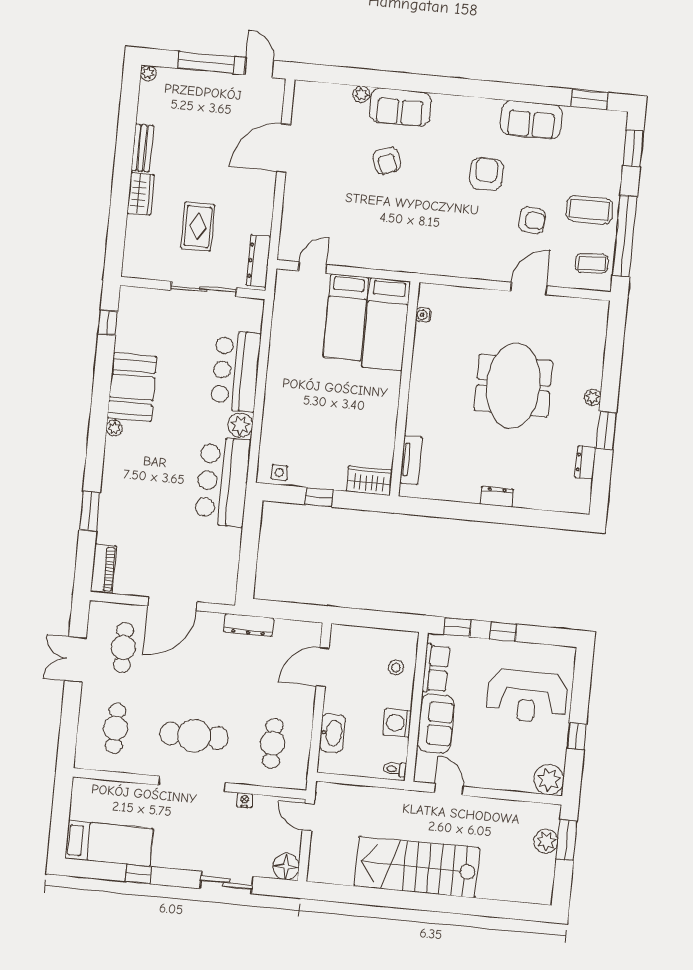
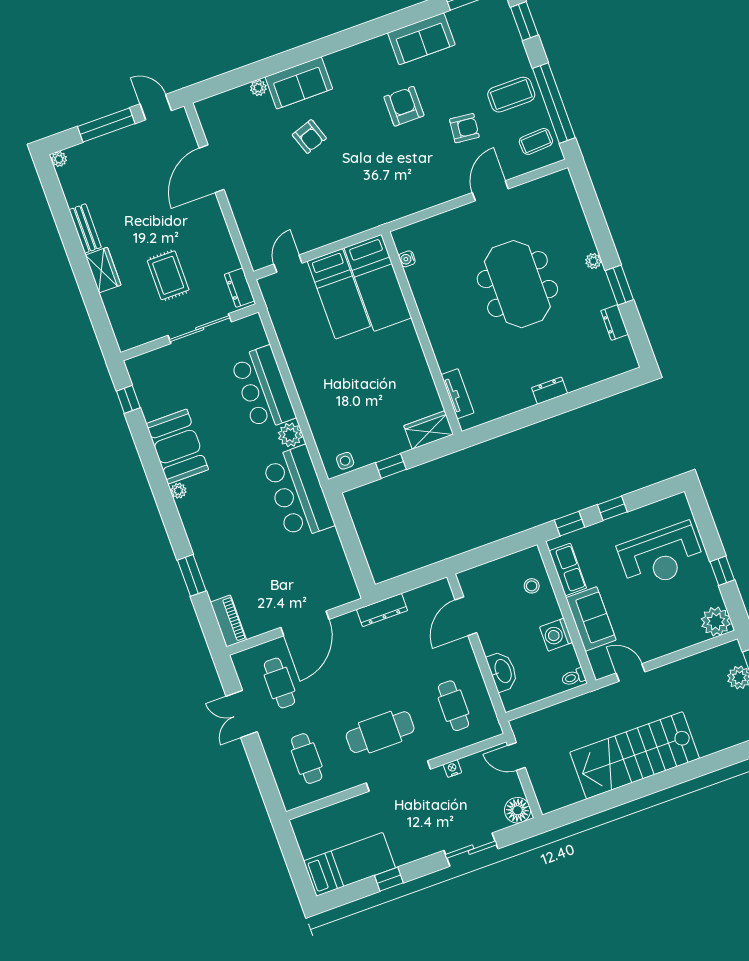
dresser: (258, 261) -> (239, 288), width x0.70

